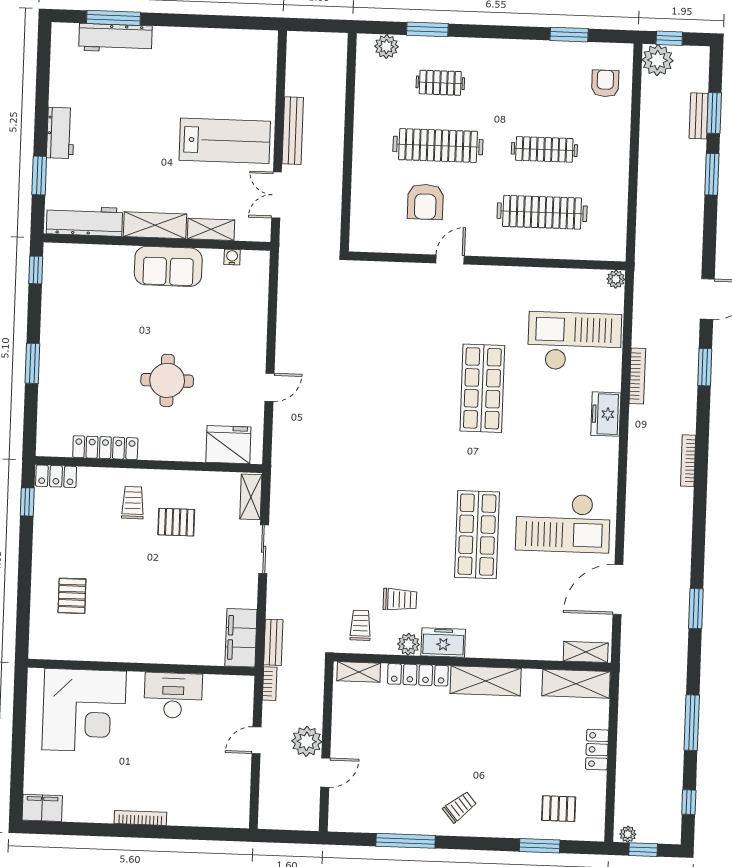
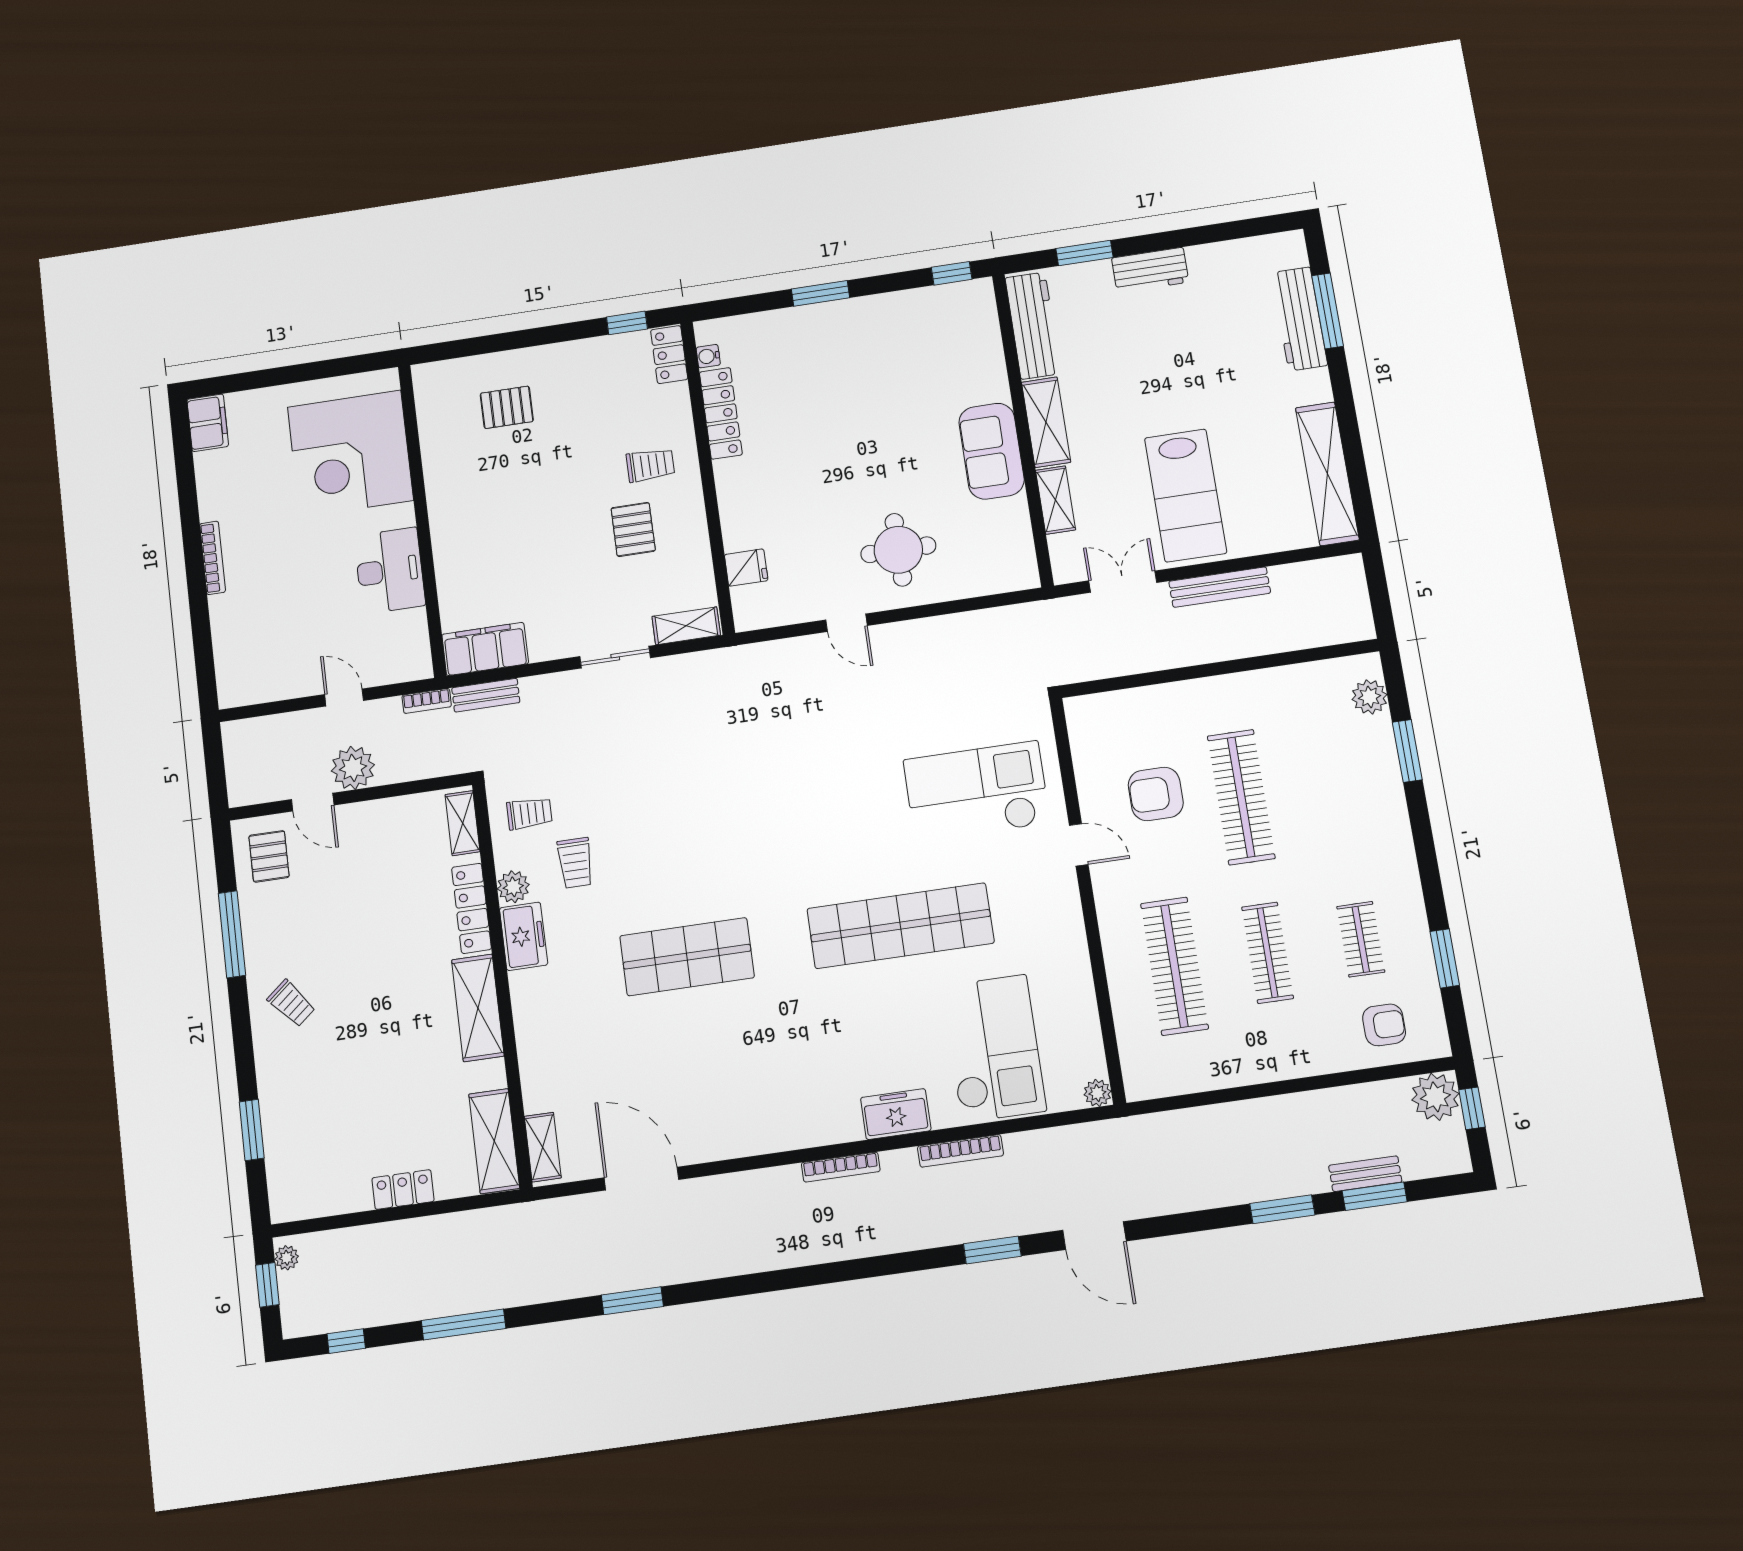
shelving: (228, 42) -> (1327, 474), added
clothes rail: (440, 83) -> (1361, 939), moved
water cooler: (232, 257) -> (708, 356), moved, turned 180
round table: (167, 380) -> (898, 550), moved
shop shelf: (482, 388) -> (900, 926), width x1.40
fridge: (228, 445) -> (746, 568), width x0.53, depth x0.75
bookcase: (688, 461) -> (841, 1167), moved, turned 180
checkout: (563, 523) -> (977, 792), moved, turned 90
pallet: (559, 809) -> (269, 856), moved

